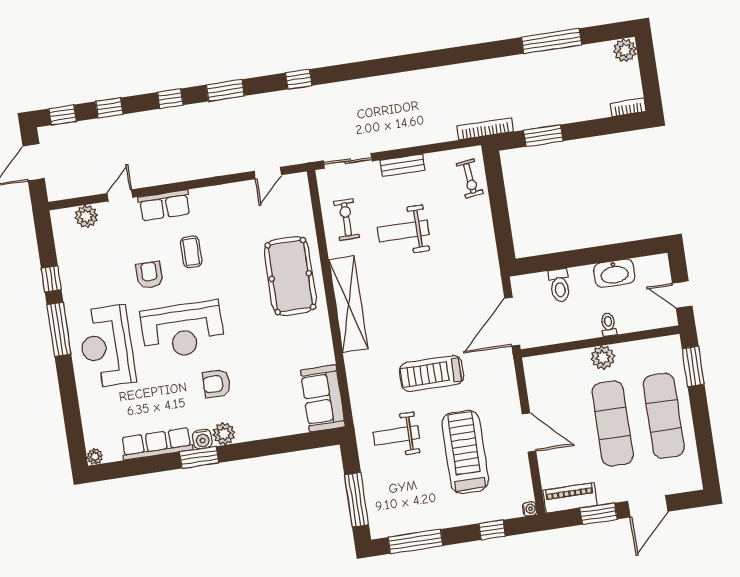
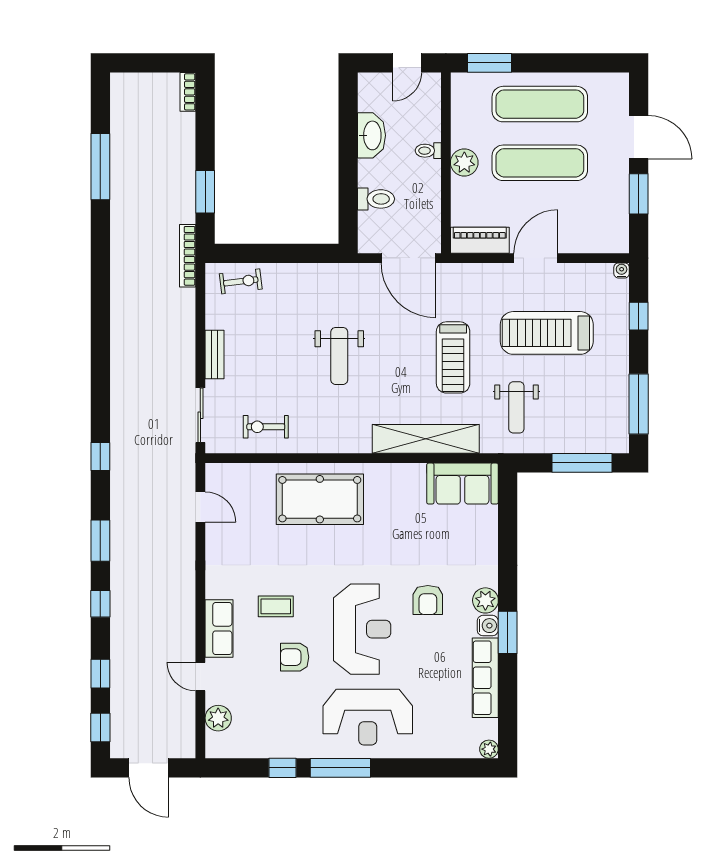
plant: (625, 50) -> (123, 86), removed
weight bench: (403, 231) -> (339, 356), moved
shelving: (348, 304) -> (426, 439), moved
piano: (570, 498) -> (480, 240), moved, turned 90

